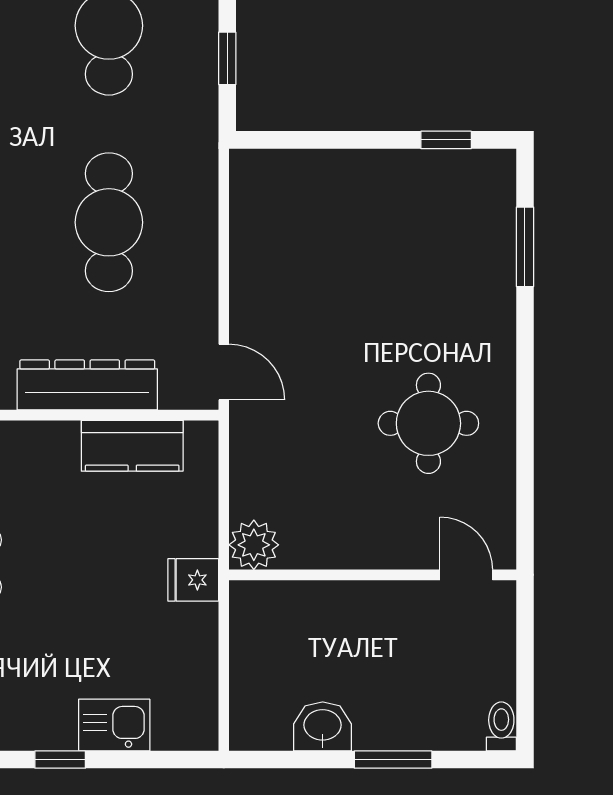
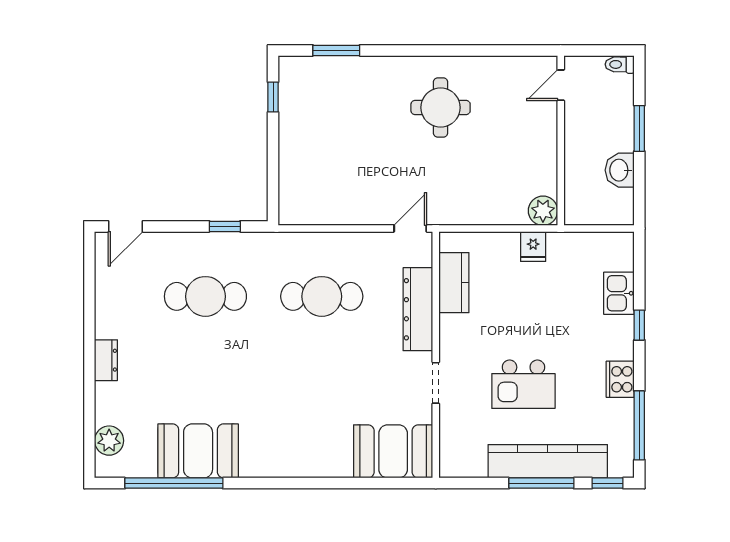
plant: (254, 545) -> (543, 211), moved
wall: (373, 575) -> (561, 140), moved
door: (466, 575) -> (561, 85), moved

